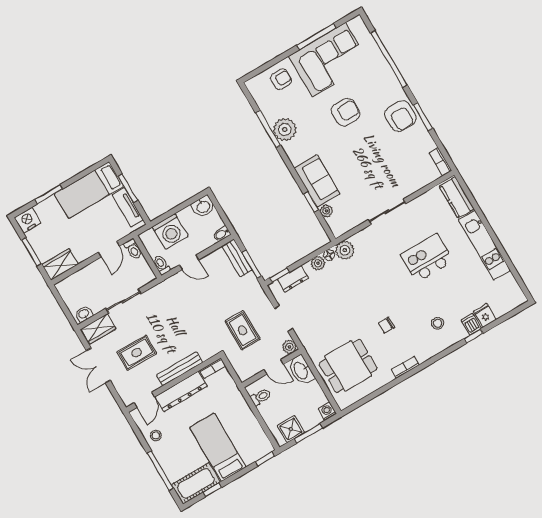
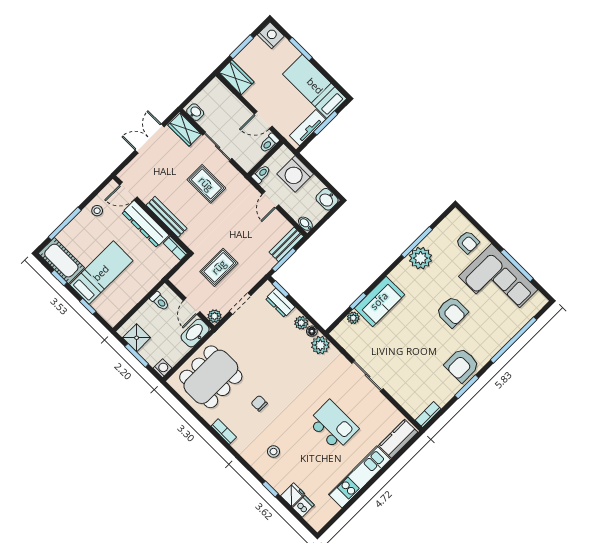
dishwasher: (471, 324) -> (303, 506), moved
rug: (137, 353) -> (206, 184), moved
dining table: (348, 366) -> (211, 377), width x1.37
window: (265, 459) -> (88, 306), moved

